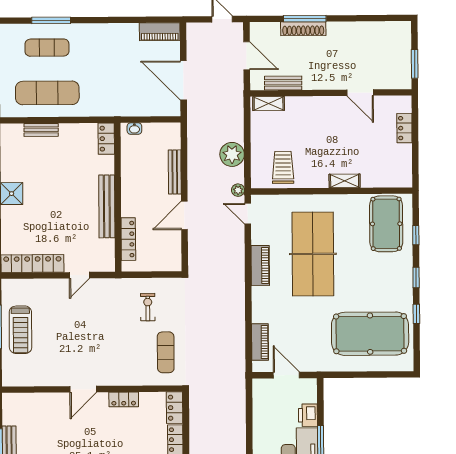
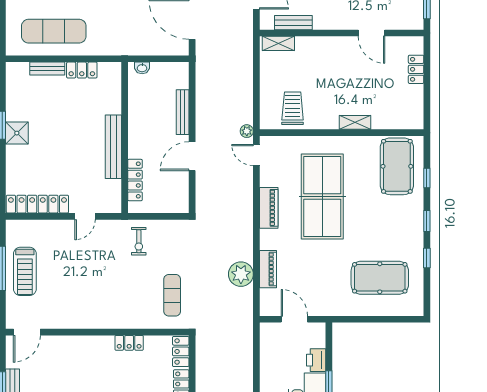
locker: (106, 139) -> (82, 70), moved, turned -90
plant: (232, 154) -> (241, 274), moved
exercise bike: (148, 307) -> (139, 241), moved, turned 180
pool table: (370, 334) -> (380, 278), width x0.73, depth x0.76
piano: (260, 342) -> (268, 269), moved
door: (83, 389) -> (27, 332), moved

